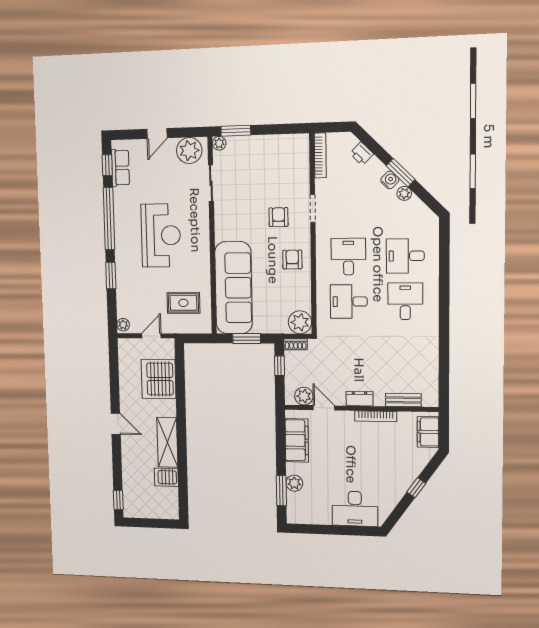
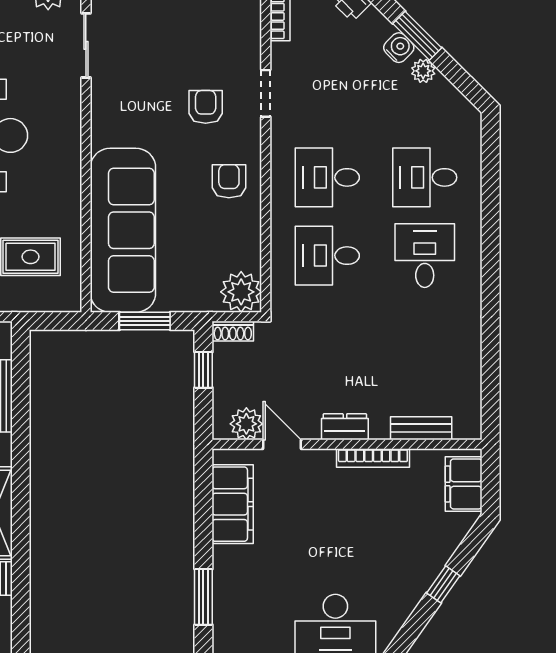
desk: (348, 257) -> (327, 177), turned -90
plant: (294, 483) -> (227, 582), removed

